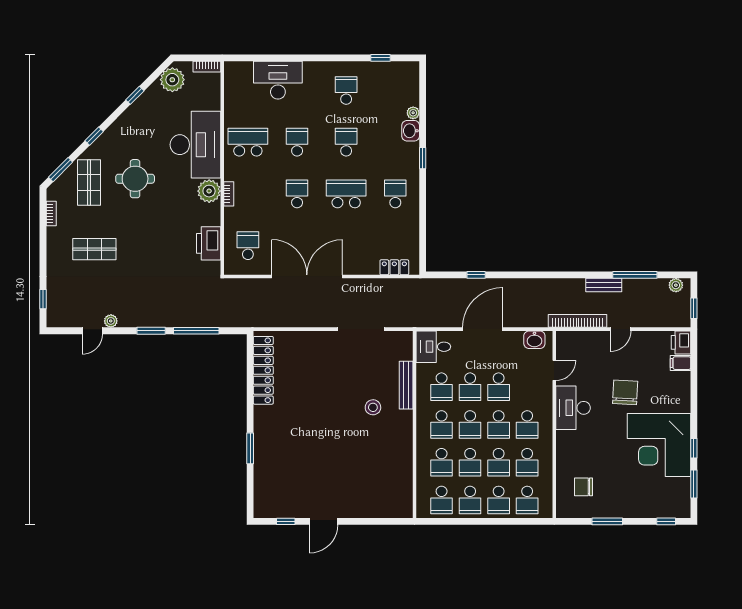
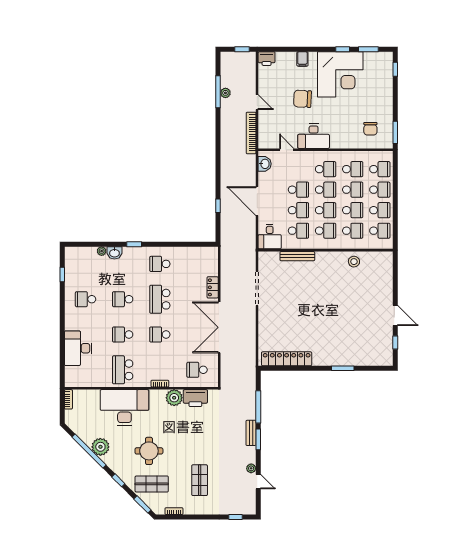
plant: (172, 80) -> (100, 447), moved
window: (135, 95) -> (89, 451), width x3.17
plant: (209, 191) -> (174, 398), moved
locker: (394, 267) -> (213, 287), moved
bench: (604, 285) -> (251, 433), moved
plant: (676, 285) -> (225, 93), moved
filing cabinet: (680, 363) -> (302, 59), moved
stool: (373, 407) -> (354, 262), moved
window: (607, 521) -> (395, 132), moved

